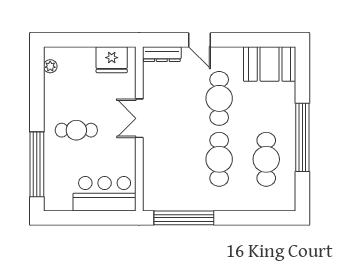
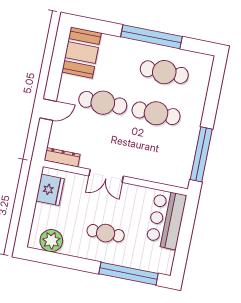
dresser: (162, 54) -> (62, 157), moved, turned -90
plant: (50, 66) -> (51, 241), width x1.88, depth x1.88
cafe table: (76, 130) -> (106, 233), turned 90

